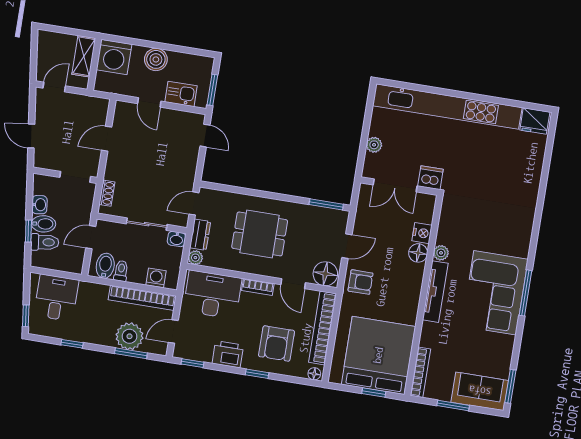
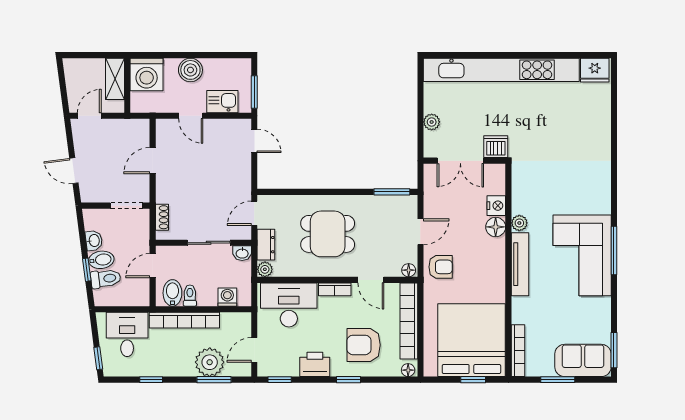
floor lamp: (325, 274) -> (409, 270), width x0.53, depth x0.53
bookcase: (142, 298) -> (184, 320), moved
armchair: (277, 343) -> (364, 345), turned 90

